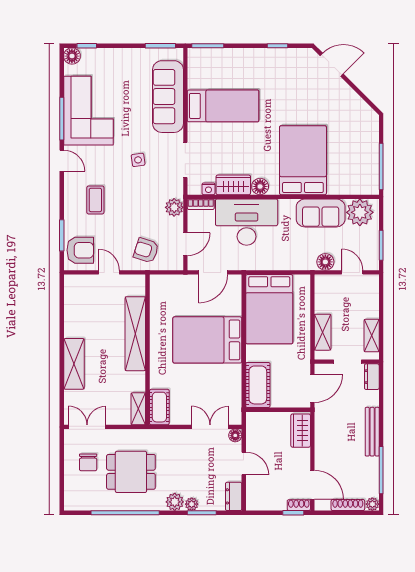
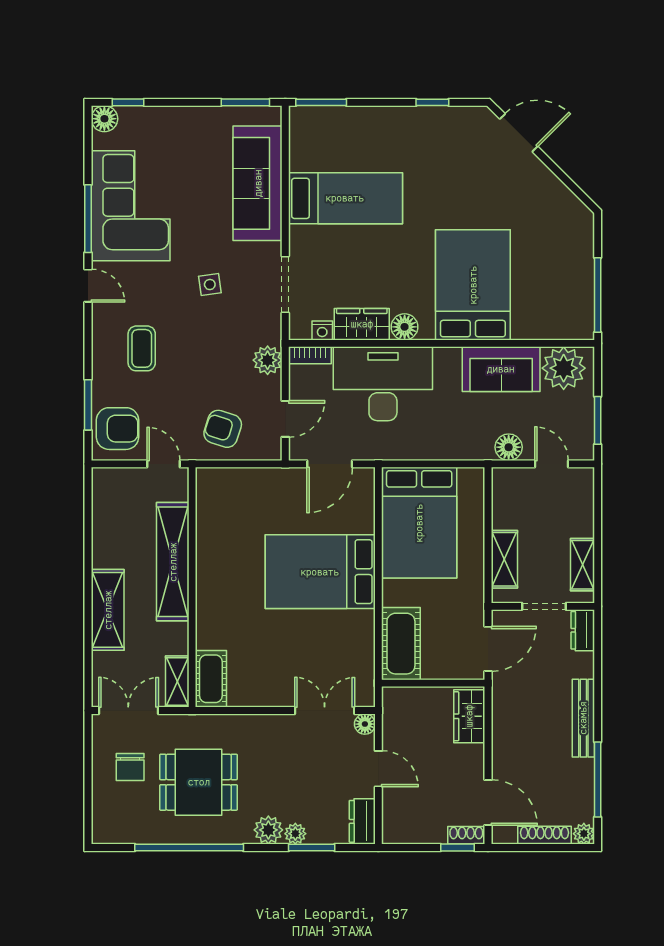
shelving: (135, 334) -> (173, 562), moved
wall: (148, 350) -> (192, 587), moved
cot: (159, 407) -> (211, 679), moved
shelving: (138, 409) -> (177, 682), moved

